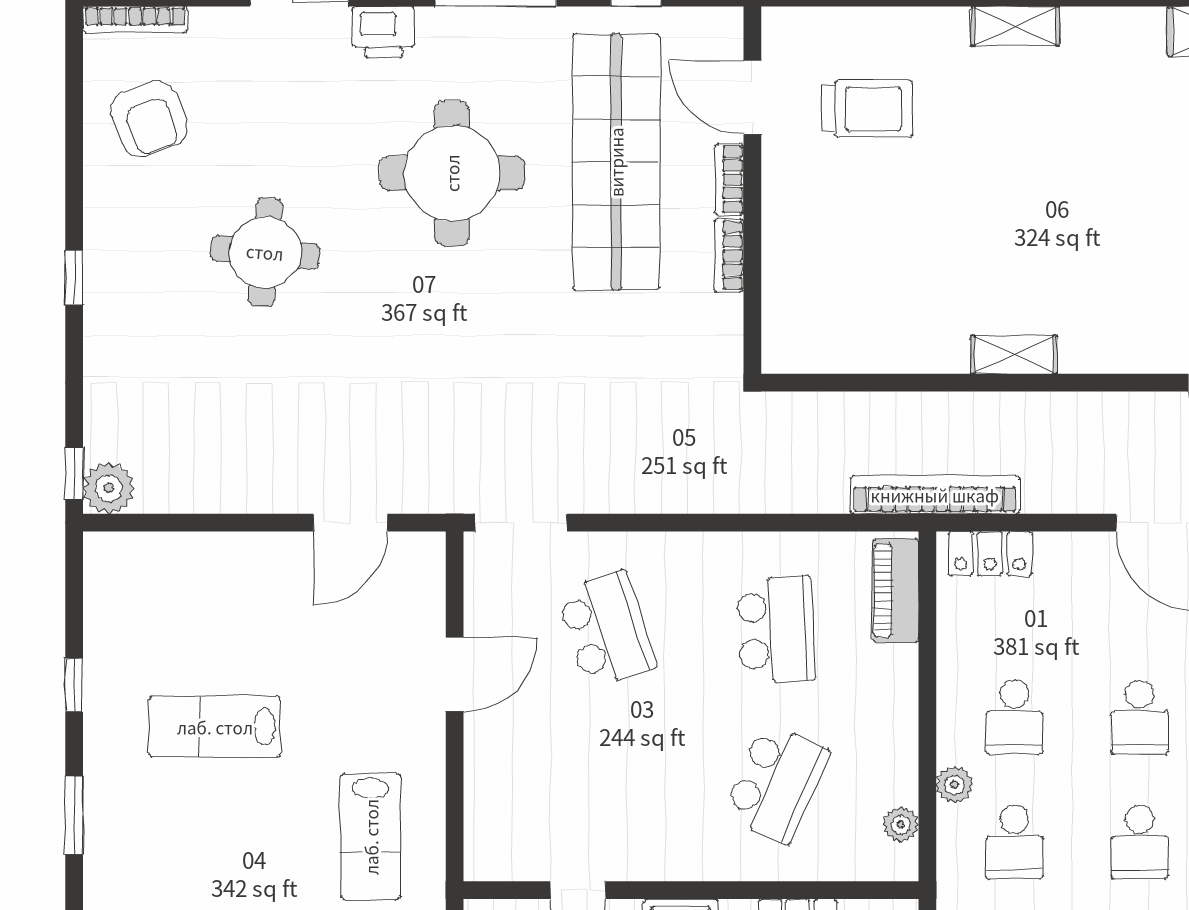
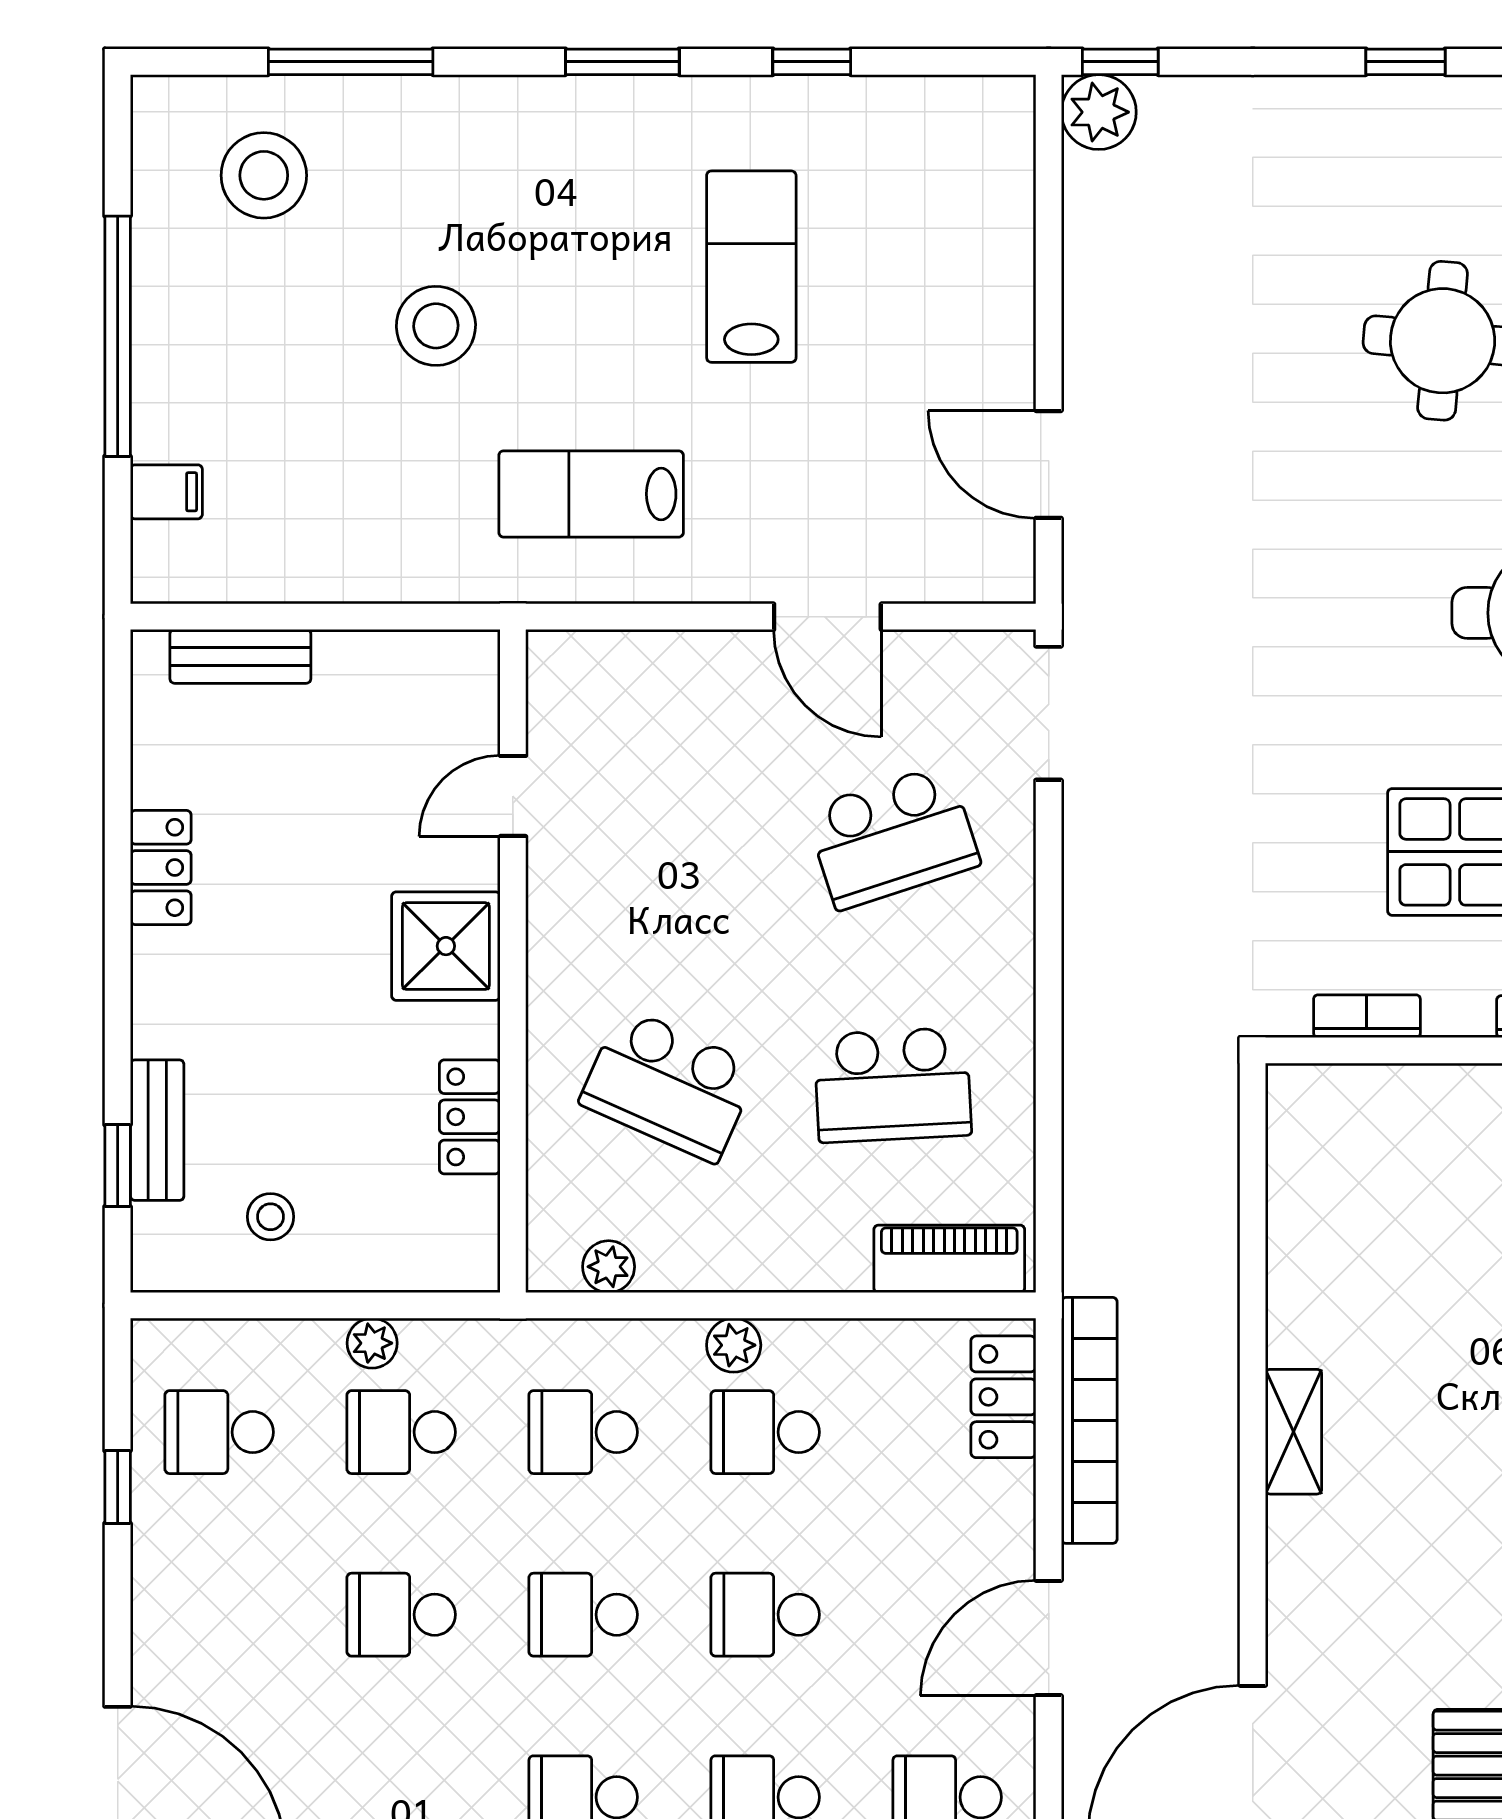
bookcase: (729, 255) -> (1367, 1016), moved
bookcase: (935, 495) -> (1089, 1420), moved
plant: (955, 785) -> (734, 1345), moved

